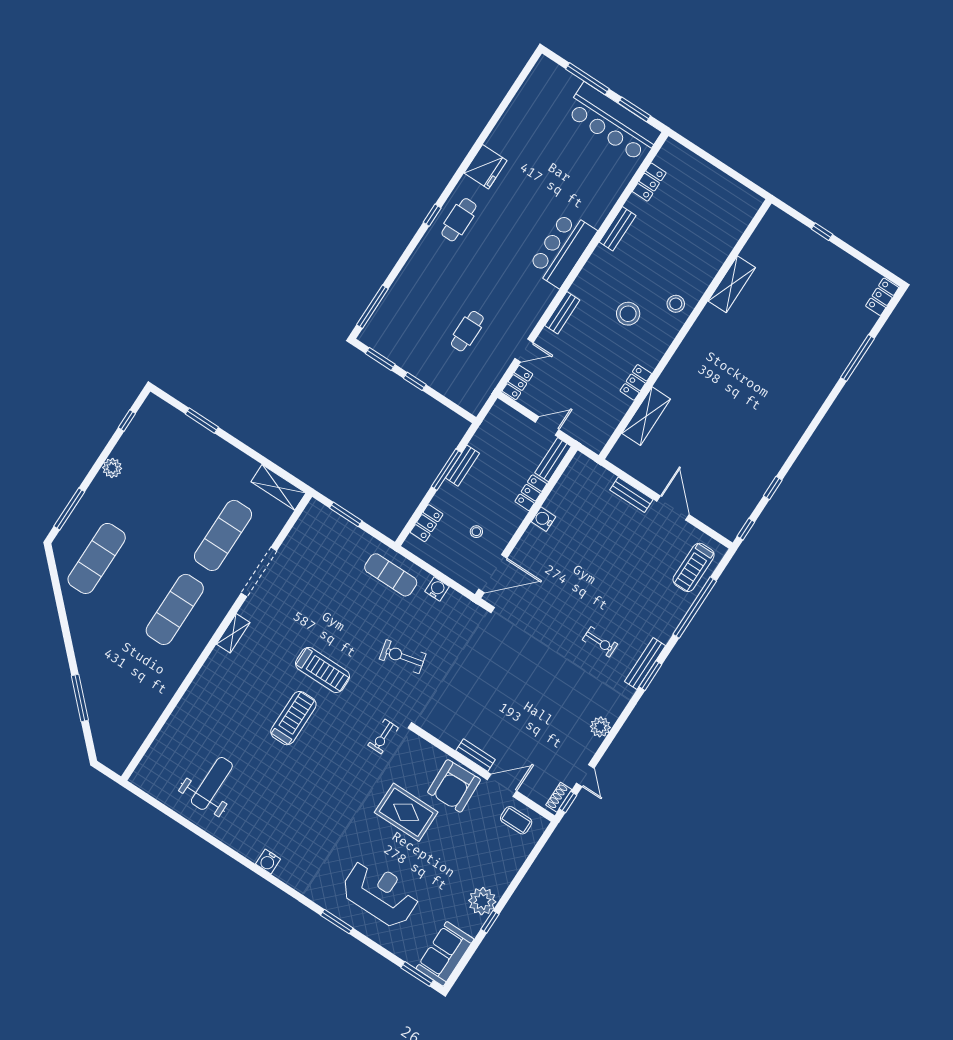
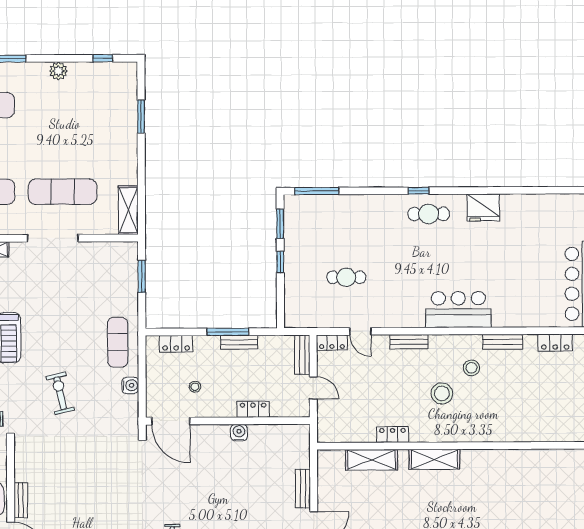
shelving: (732, 284) -> (434, 459), moved
stool: (676, 304) -> (471, 368), moved
bench: (553, 460) -> (302, 355), moved, turned 90

